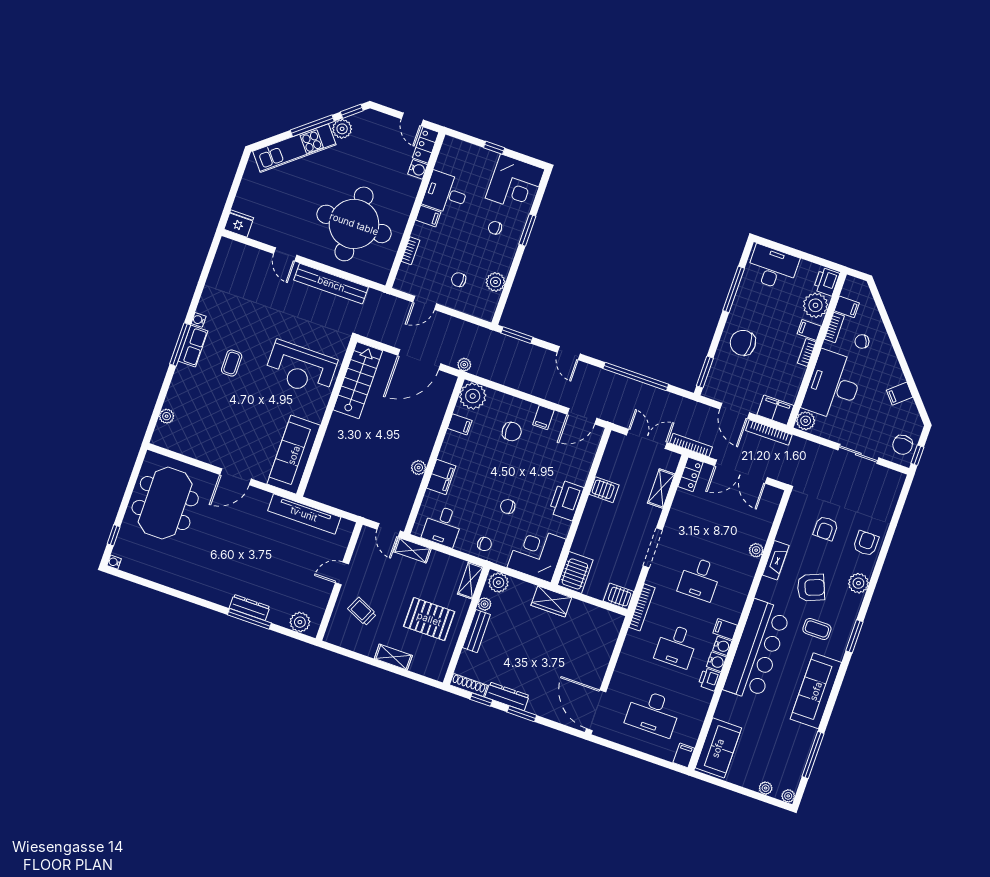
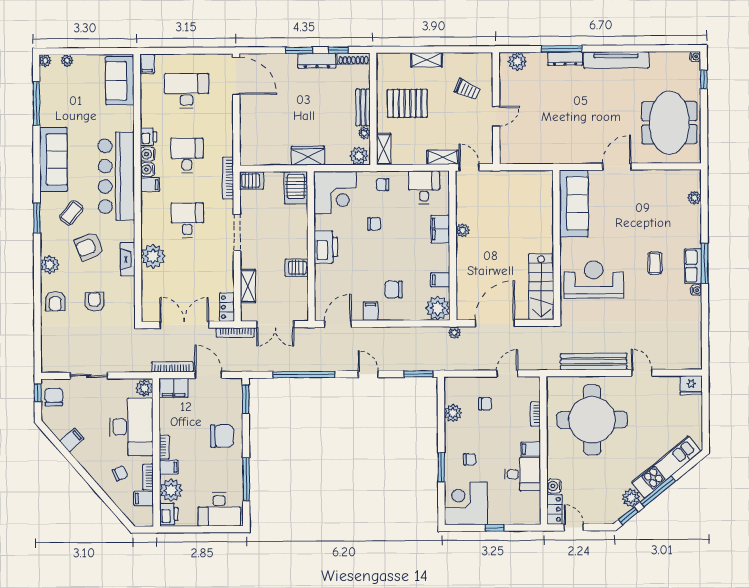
tv unit: (304, 514) -> (616, 60), moved, turned 180
plant: (756, 550) -> (153, 256), width x1.87, depth x1.87
coffee table: (817, 629) -> (71, 213), turned -50

